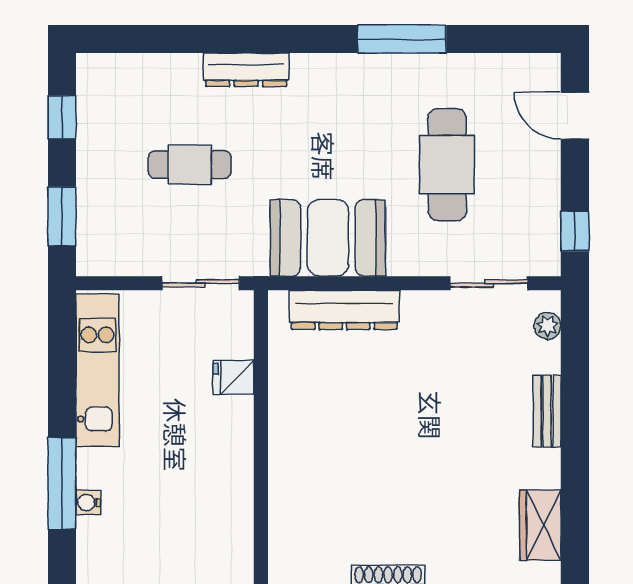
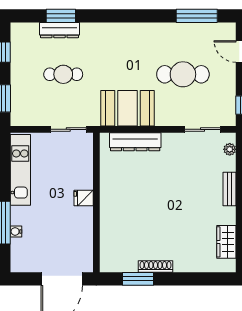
window: (185, 39) -> (61, 16), added
window: (402, 39) -> (197, 16), moved
dresser: (246, 70) -> (59, 30), moved
cafe table: (447, 165) -> (183, 74), turned 90
fridge: (234, 377) -> (84, 198), moved

